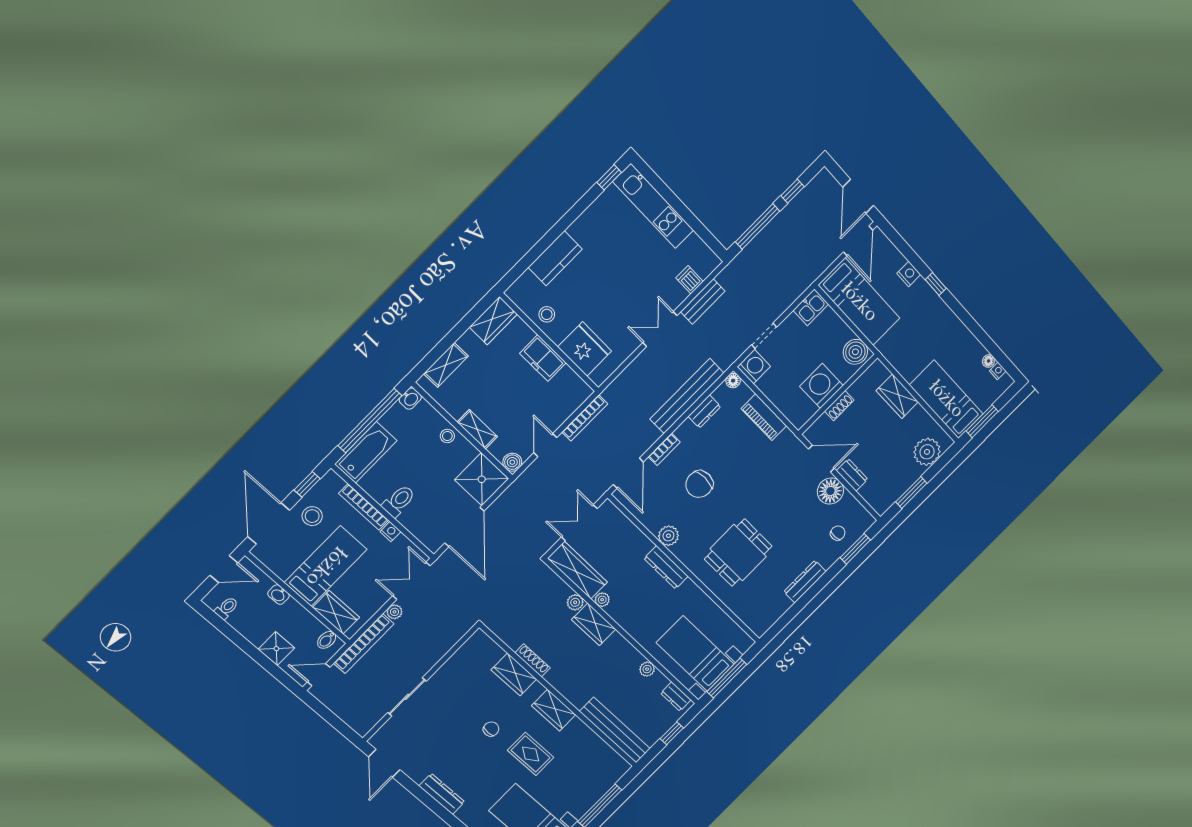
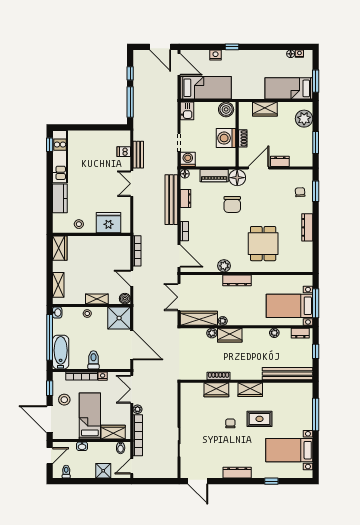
kitchen unit: (653, 206) -> (60, 157), moved, turned -90
freezer: (543, 358) -> (95, 243), removed
chair: (699, 484) -> (232, 204), moved
floor lamp: (830, 491) -> (237, 178), moved

